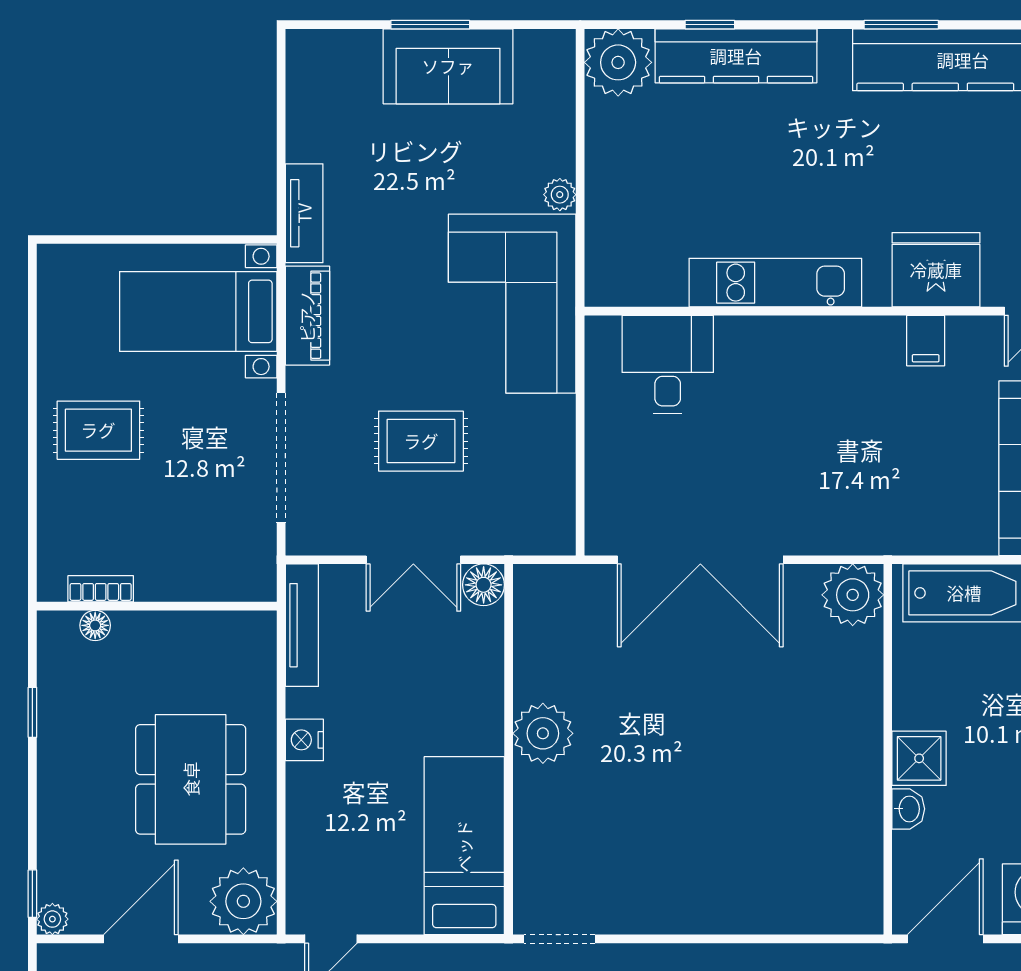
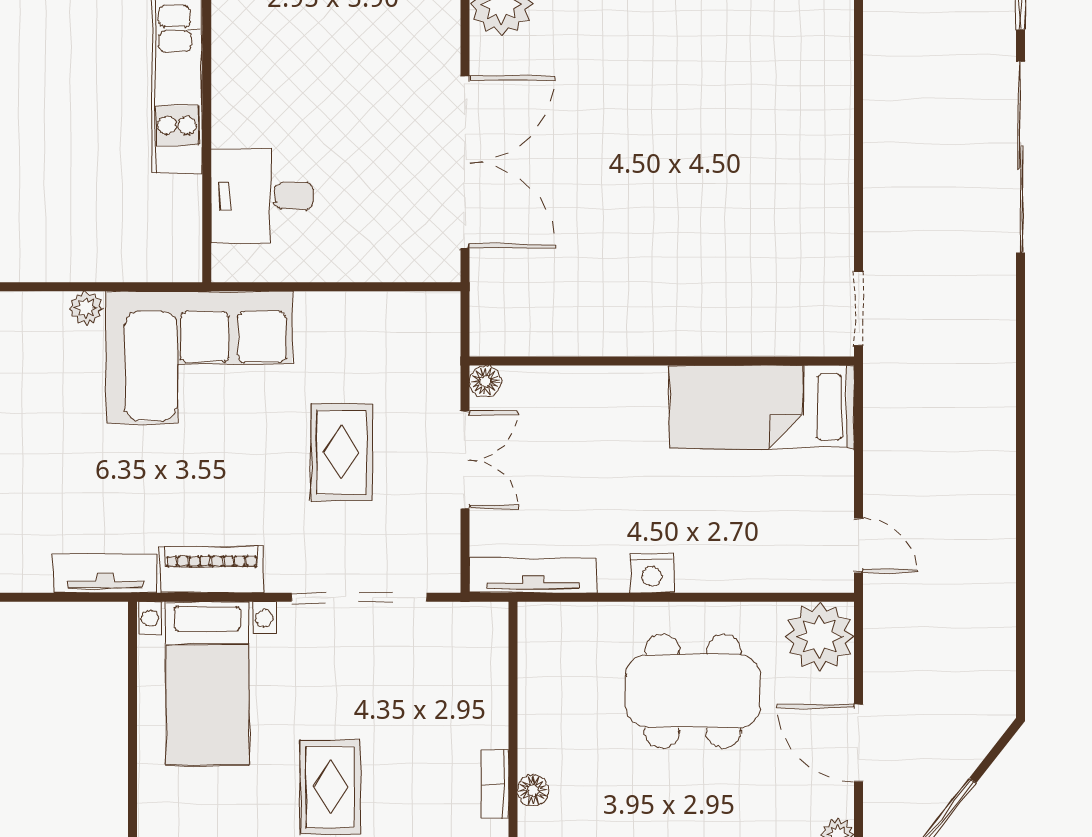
floor lamp: (484, 585) -> (485, 381), width x0.73, depth x0.73
plant: (543, 733) -> (645, 325), removed

